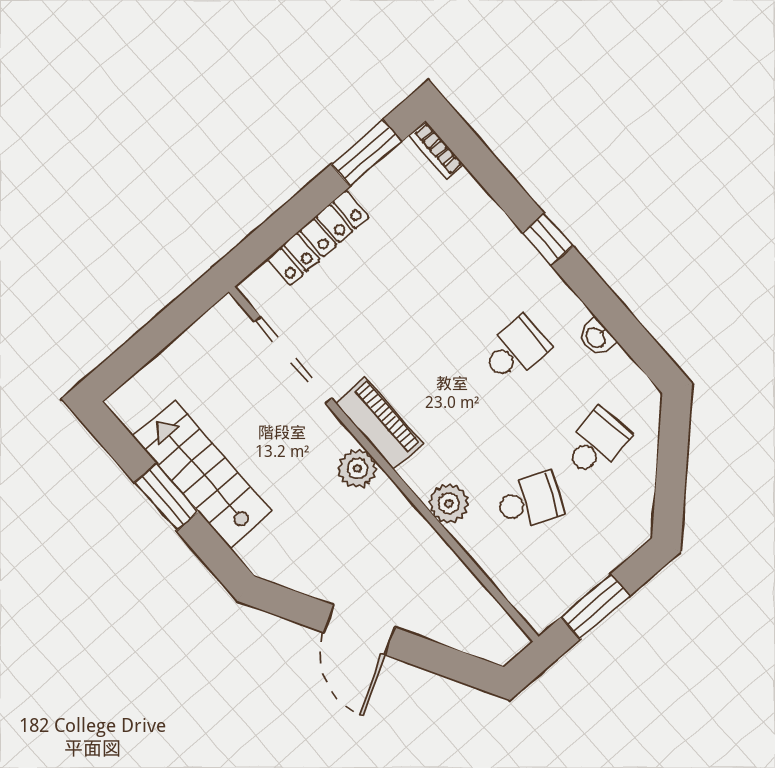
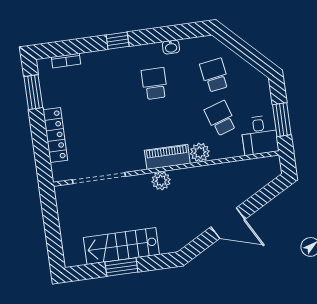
bookcase: (436, 150) -> (66, 61), moved
piano: (379, 423) -> (167, 157), moved
school desk: (530, 501) -> (221, 118), turned -42
desk: (544, 586) -> (260, 135), added

